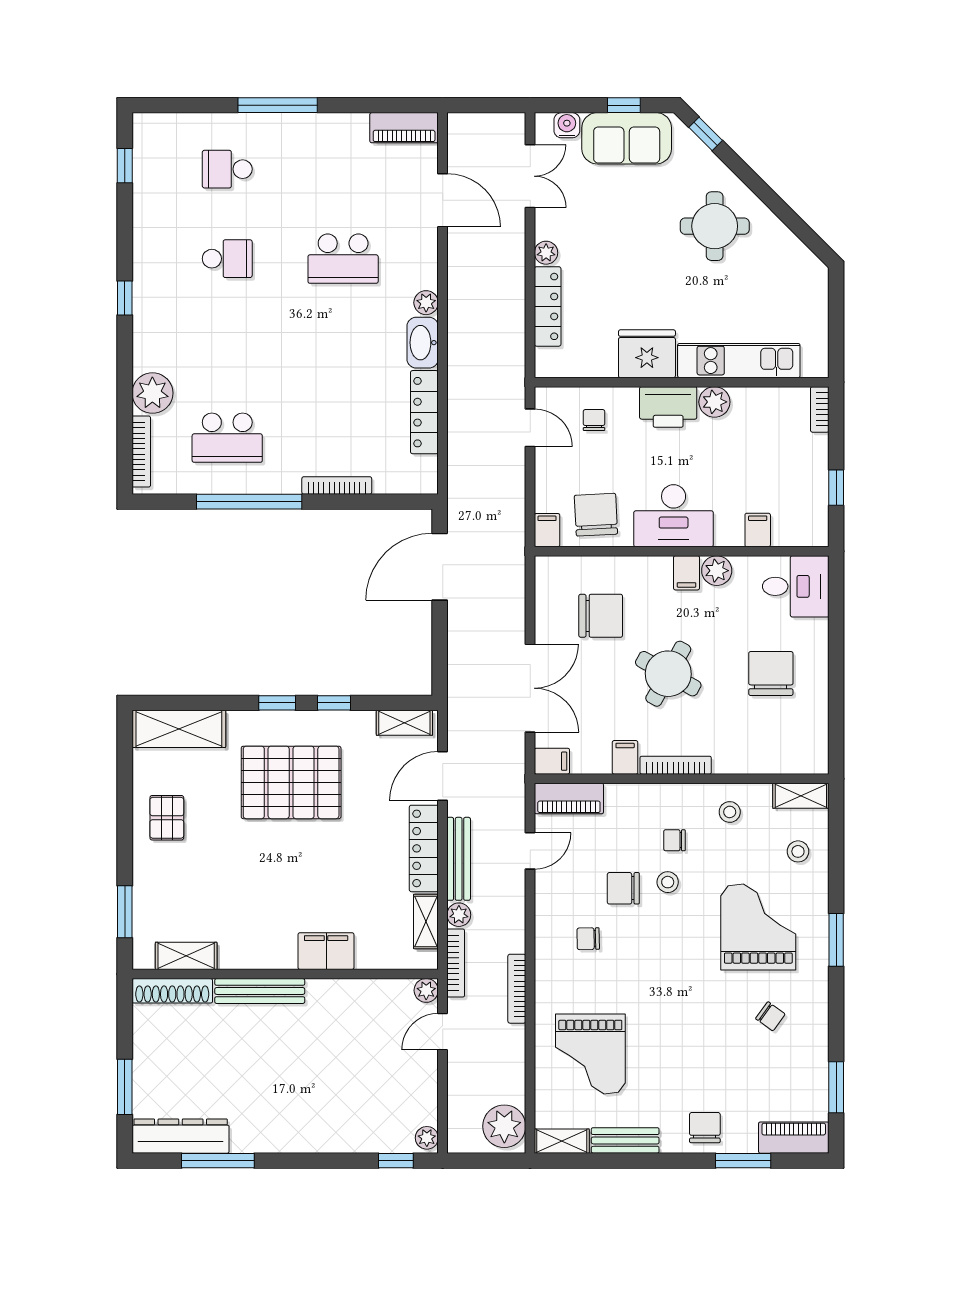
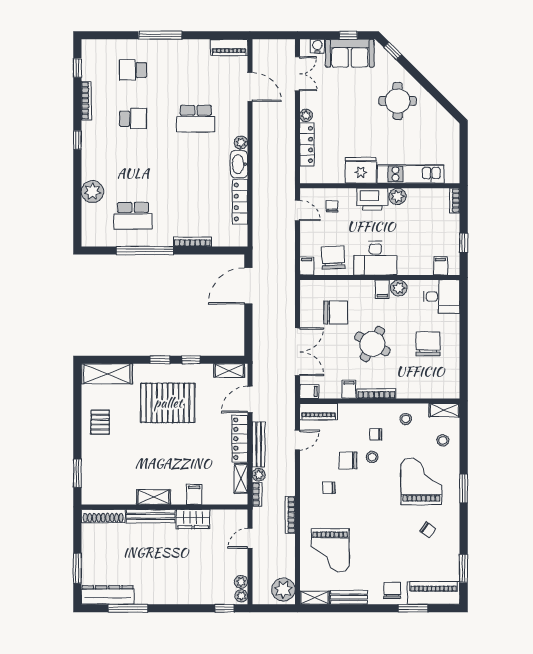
bookcase: (141, 451) -> (86, 101), moved
filing cabinet: (758, 530) -> (441, 266), moved
filing cabinet: (326, 951) -> (194, 494), width x0.50
shelving: (186, 956) -> (154, 497), moved
bookcase: (456, 963) -> (257, 494), width x0.64
plant: (426, 990) -> (241, 582), moved
wardrobe: (338, 996) -> (193, 519), added
piano: (794, 1138) -> (434, 593), width x1.37, depth x1.33

